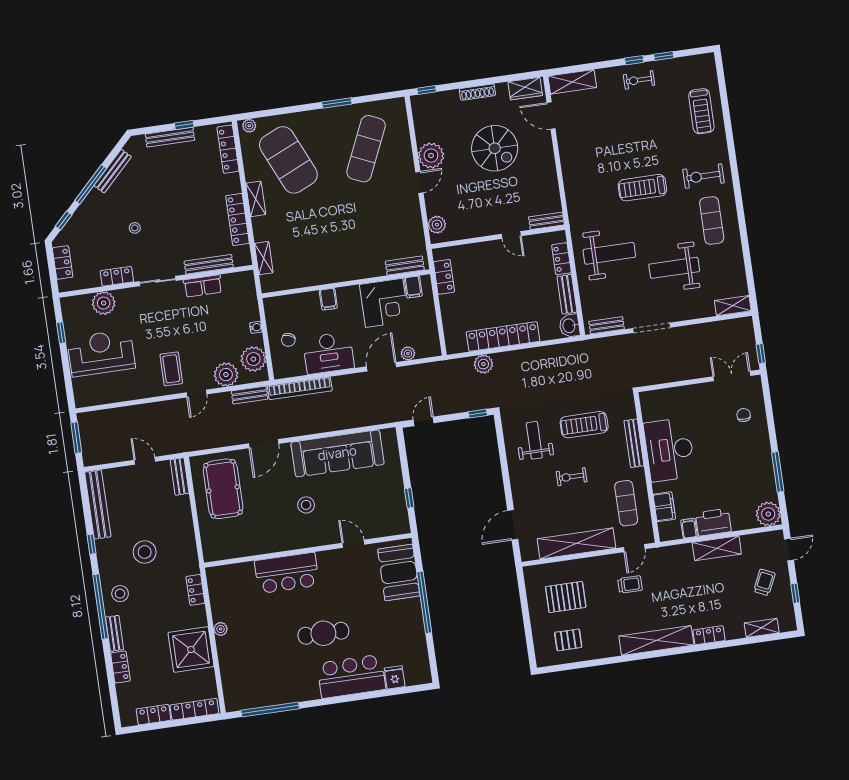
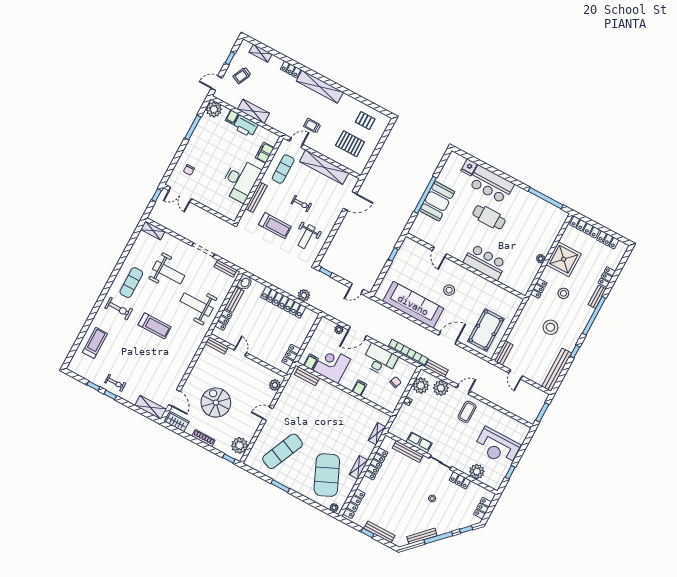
plant: (431, 156) -> (240, 445), moved
filing cabinet: (689, 528) -> (232, 117), moved
booth: (399, 572) -> (437, 201), moved
stool: (120, 594) -> (563, 293), moved

